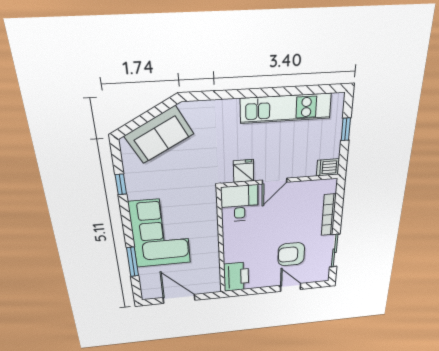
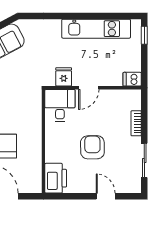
window: (346, 129) -> (144, 35), moved
bookcase: (329, 215) -> (136, 123), width x0.64
armchair: (291, 254) -> (92, 147), moved, turned 89

